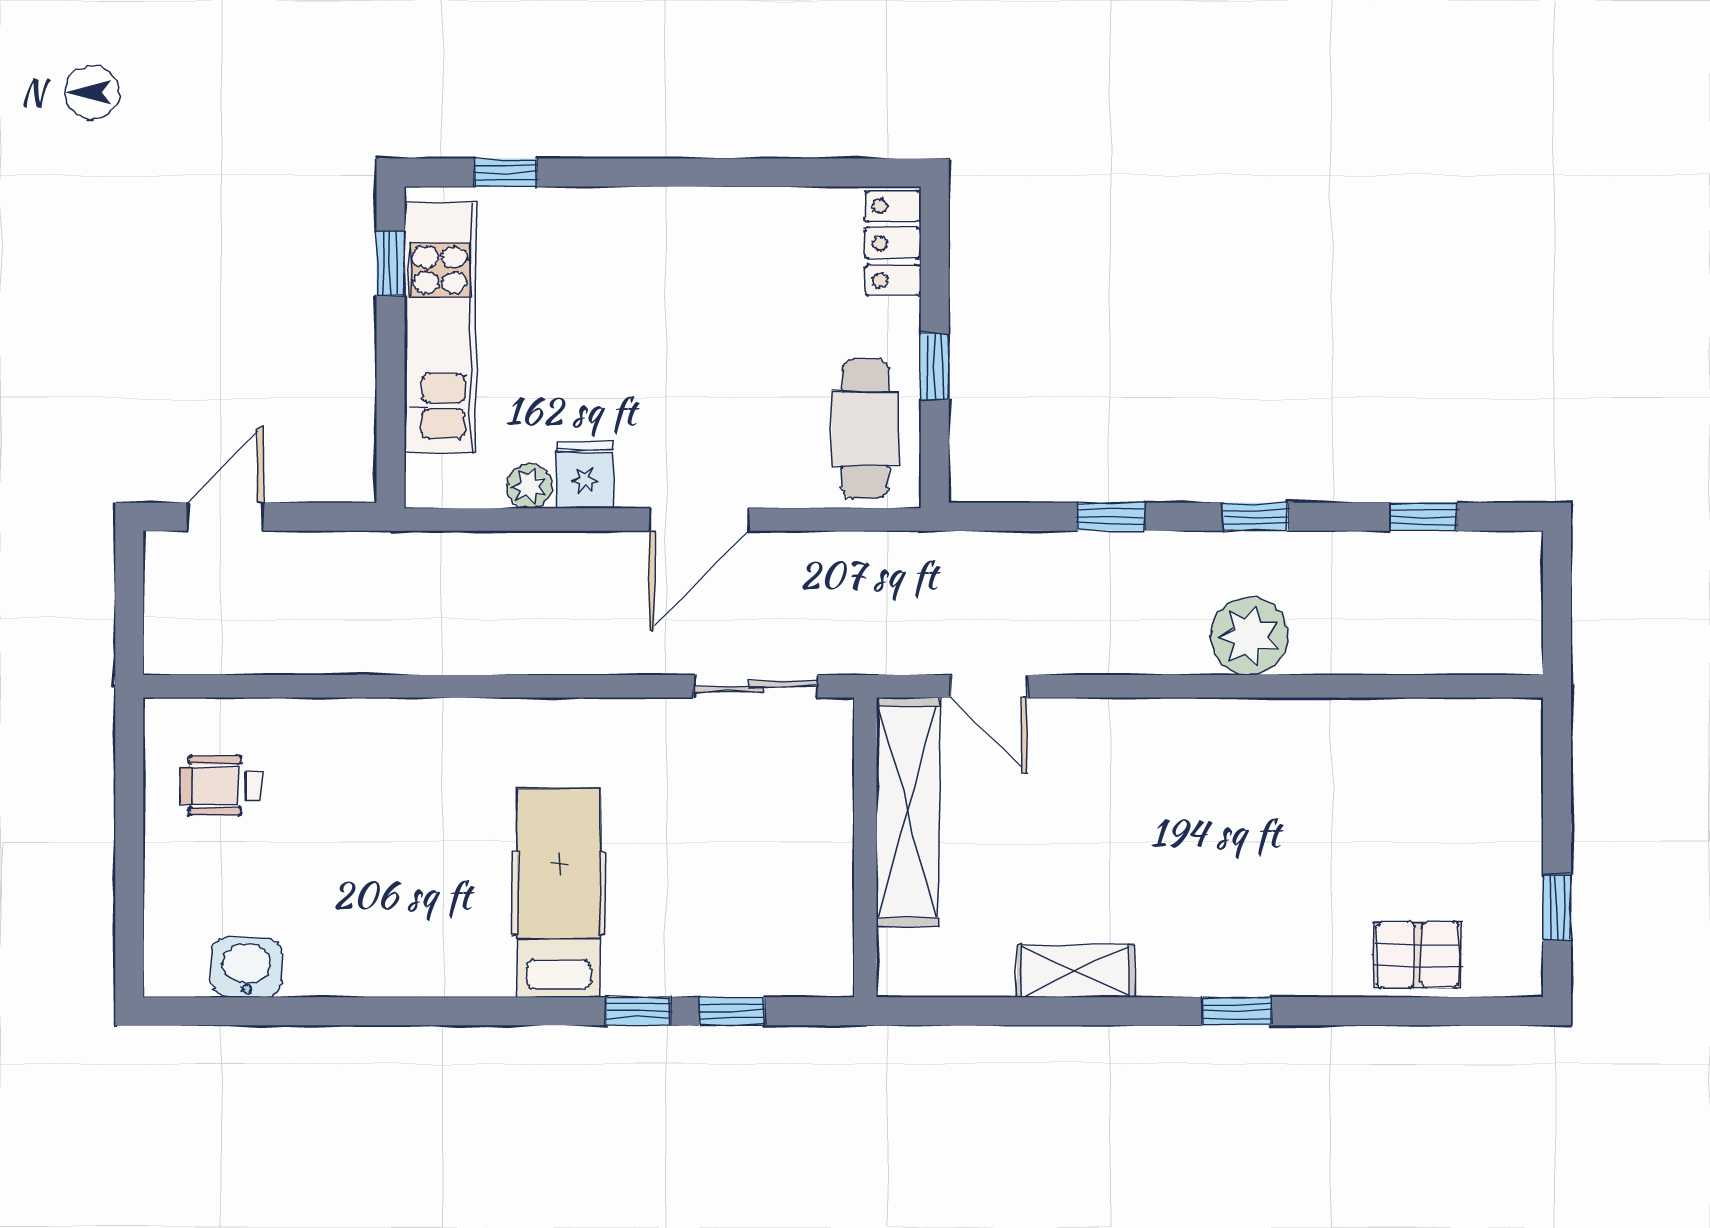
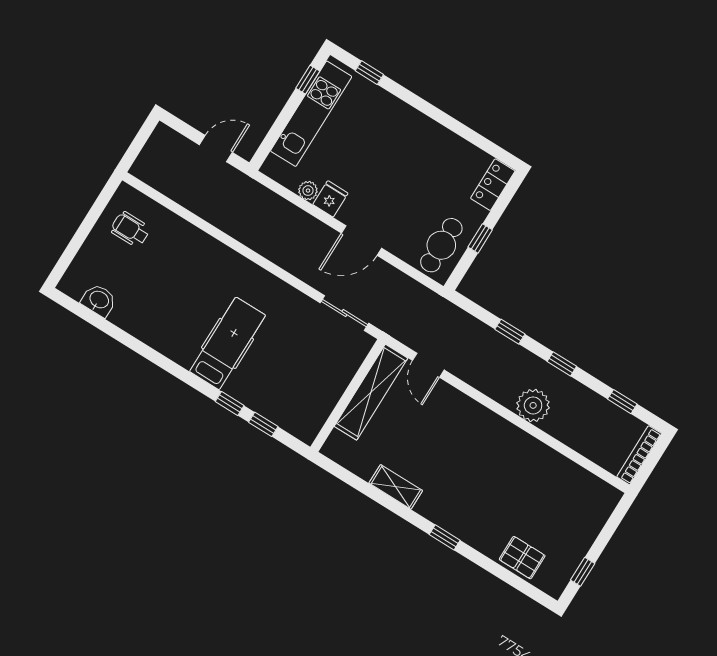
door: (225, 517) -> (216, 149), moved
bookcase: (1525, 603) -> (639, 455), added

